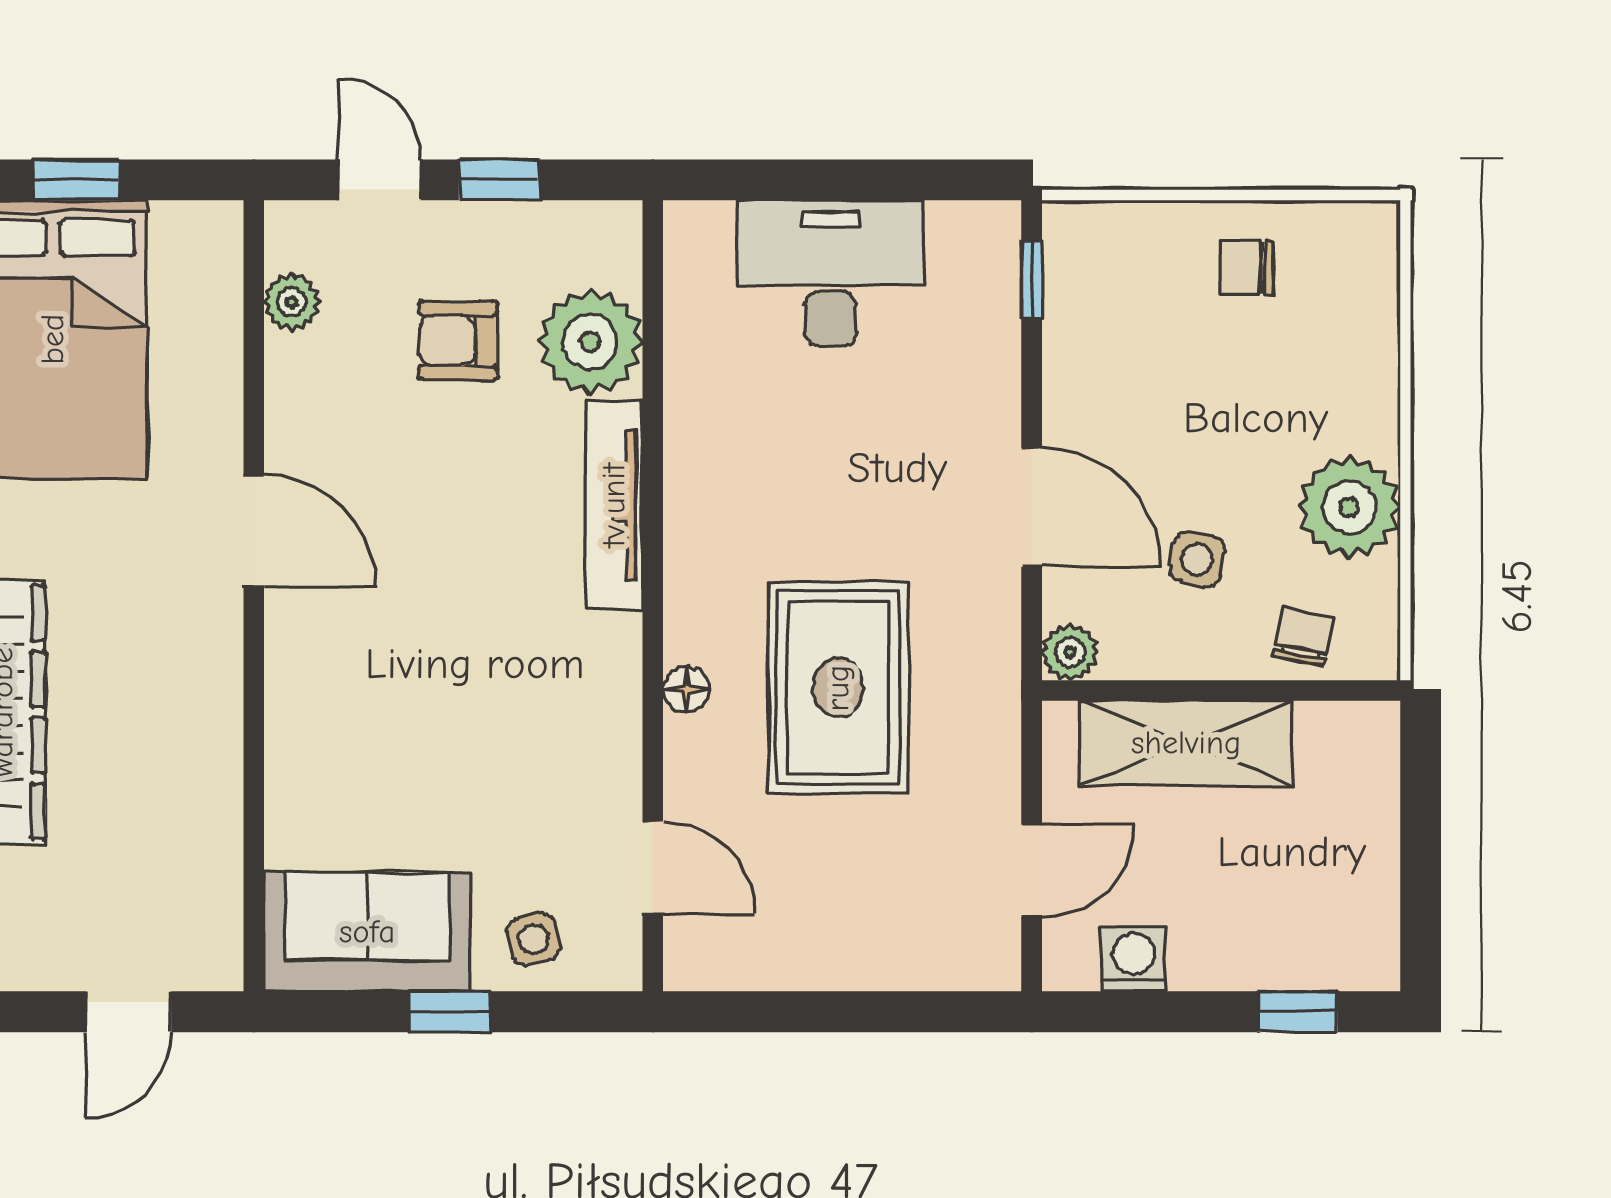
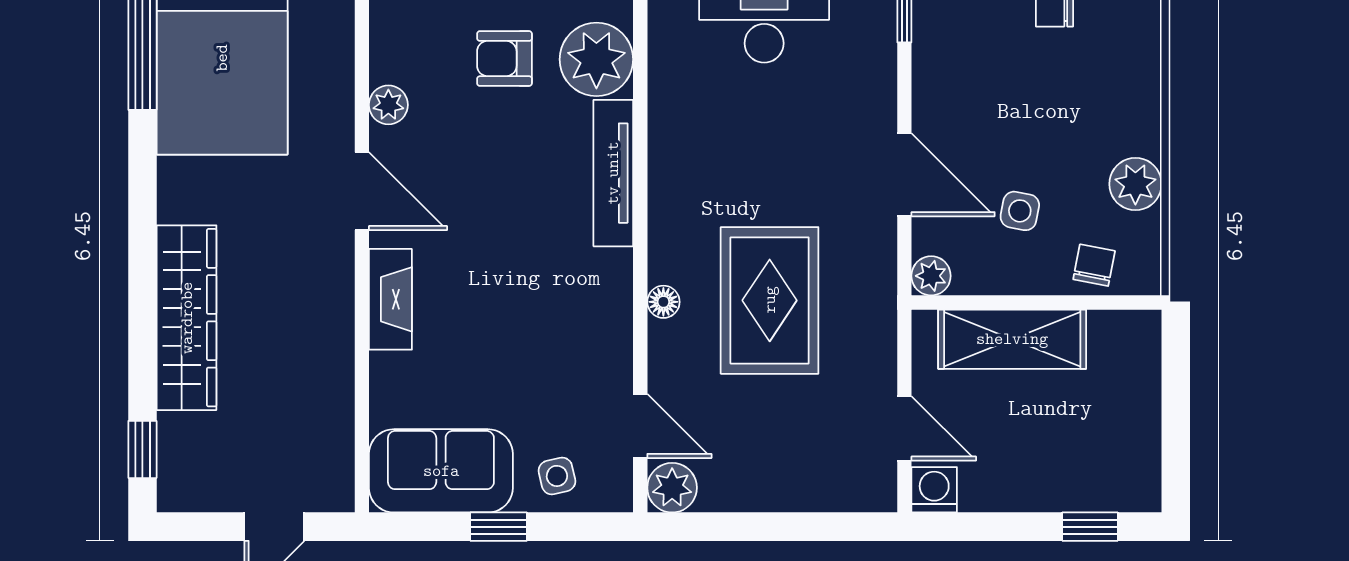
plant: (292, 302) -> (388, 105), moved
plant: (1349, 507) -> (1135, 184), width x0.73, depth x0.73
fireplace: (295, 686) -> (390, 299), added
door: (1032, 871) -> (904, 428), hinge flipped
plant: (699, 956) -> (672, 488), added
washing machine: (1134, 959) -> (934, 490), moved

